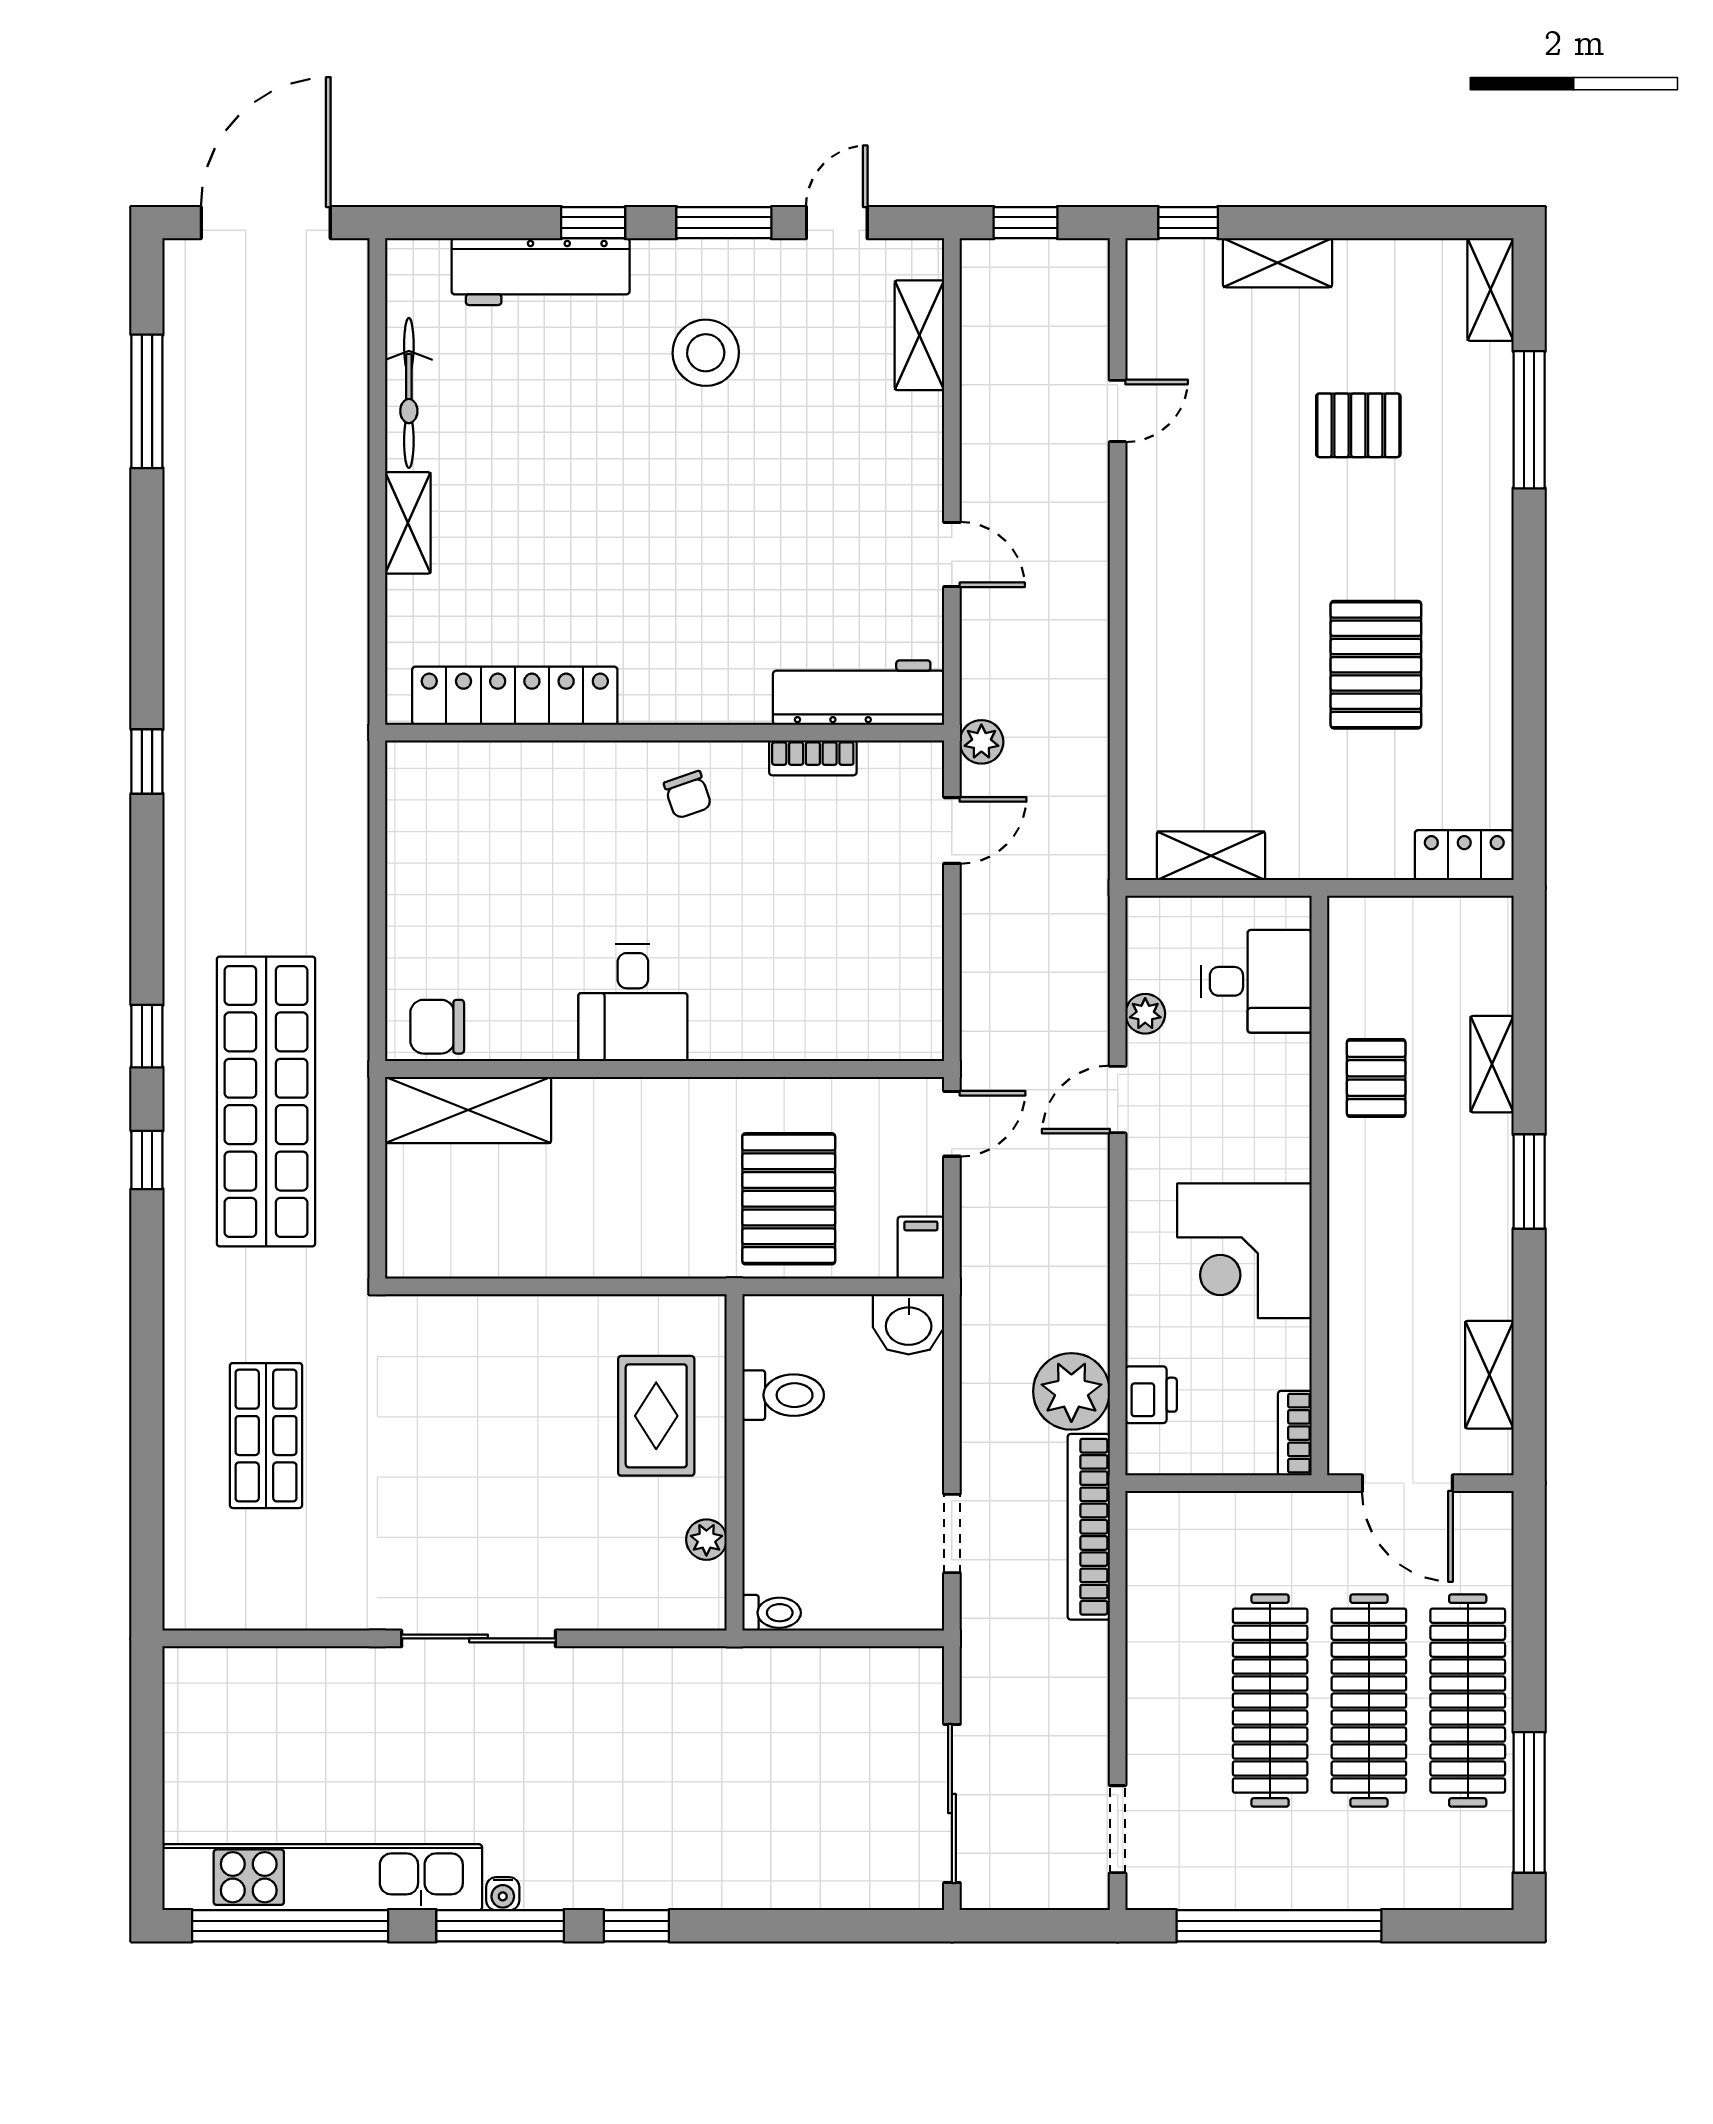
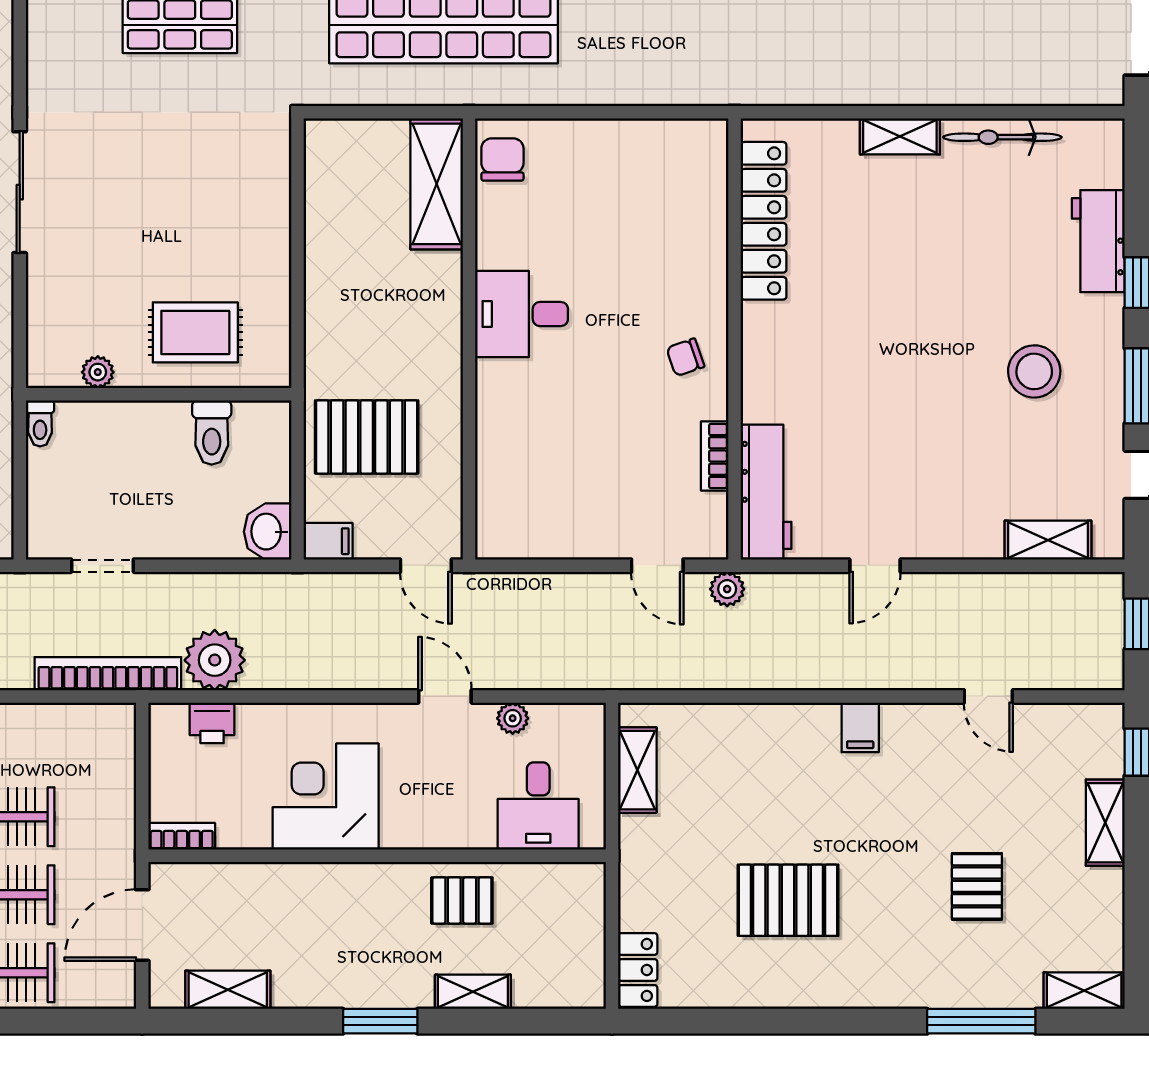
workbench: (541, 272) -> (1098, 241), width x0.73
filing cabinet: (1157, 573) -> (860, 727), added

